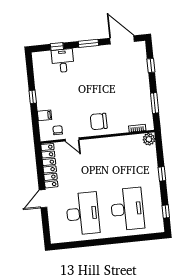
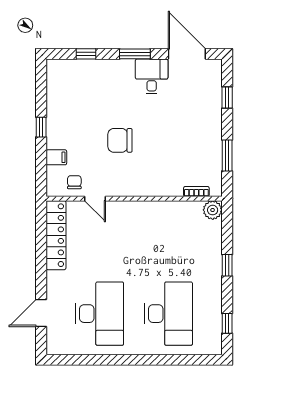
desk: (63, 61) -> (152, 76), moved
chair: (99, 121) -> (120, 140), moved
door: (43, 199) -> (41, 313), moved

